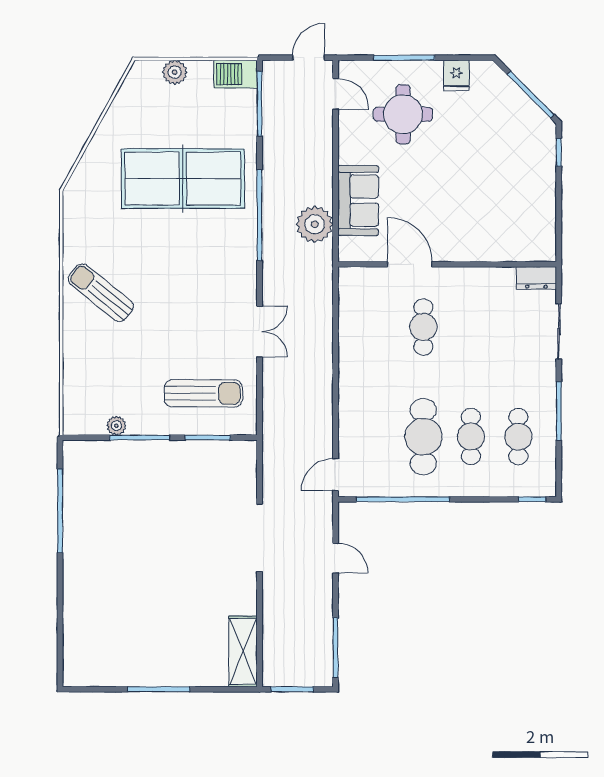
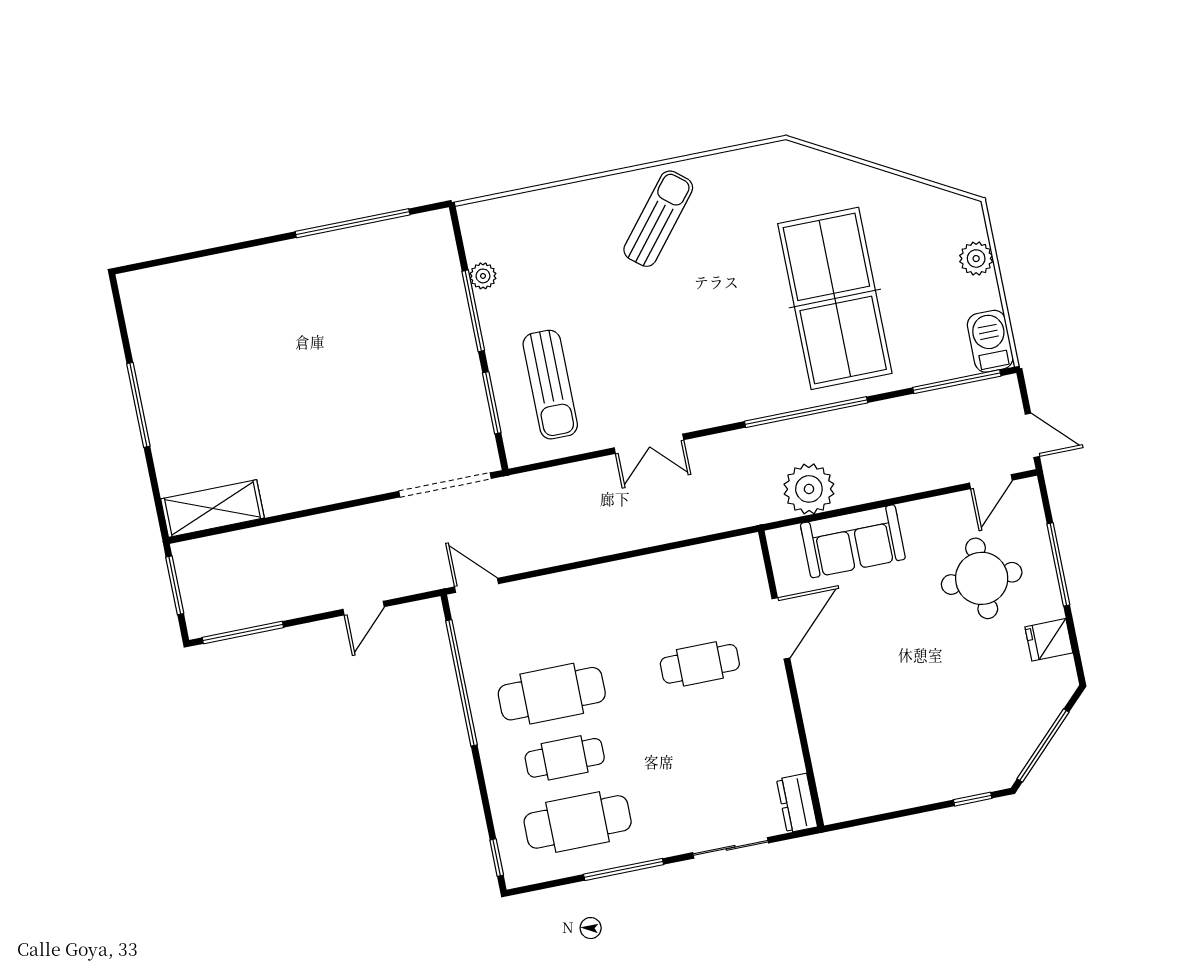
cafe table: (518, 437) -> (578, 822), width x1.37, depth x1.35
doorway: (260, 538) -> (445, 485), moved

